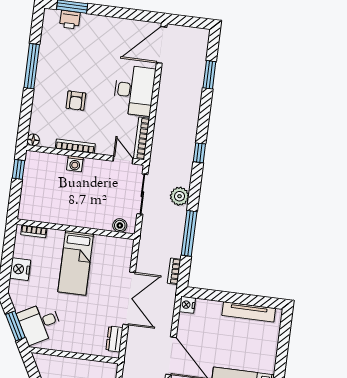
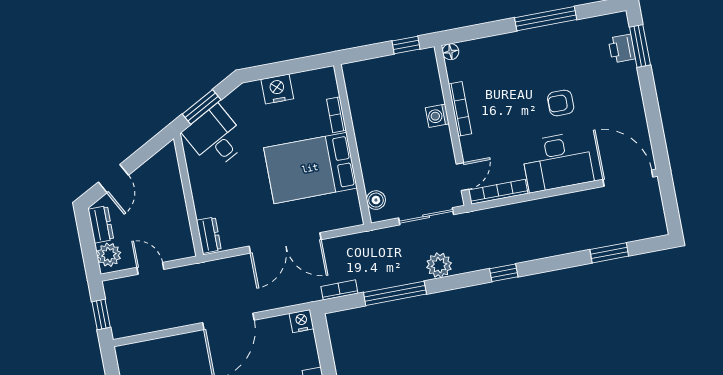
armchair: (76, 101) -> (561, 103), moved
bookcase: (34, 231) -> (337, 115), moved
bed: (76, 263) -> (310, 168), width x1.50
dresser: (114, 339) -> (209, 235), moved, turned 90

